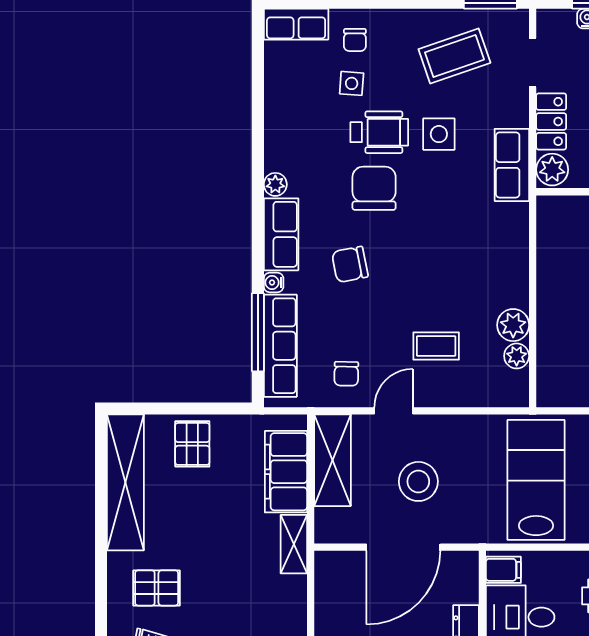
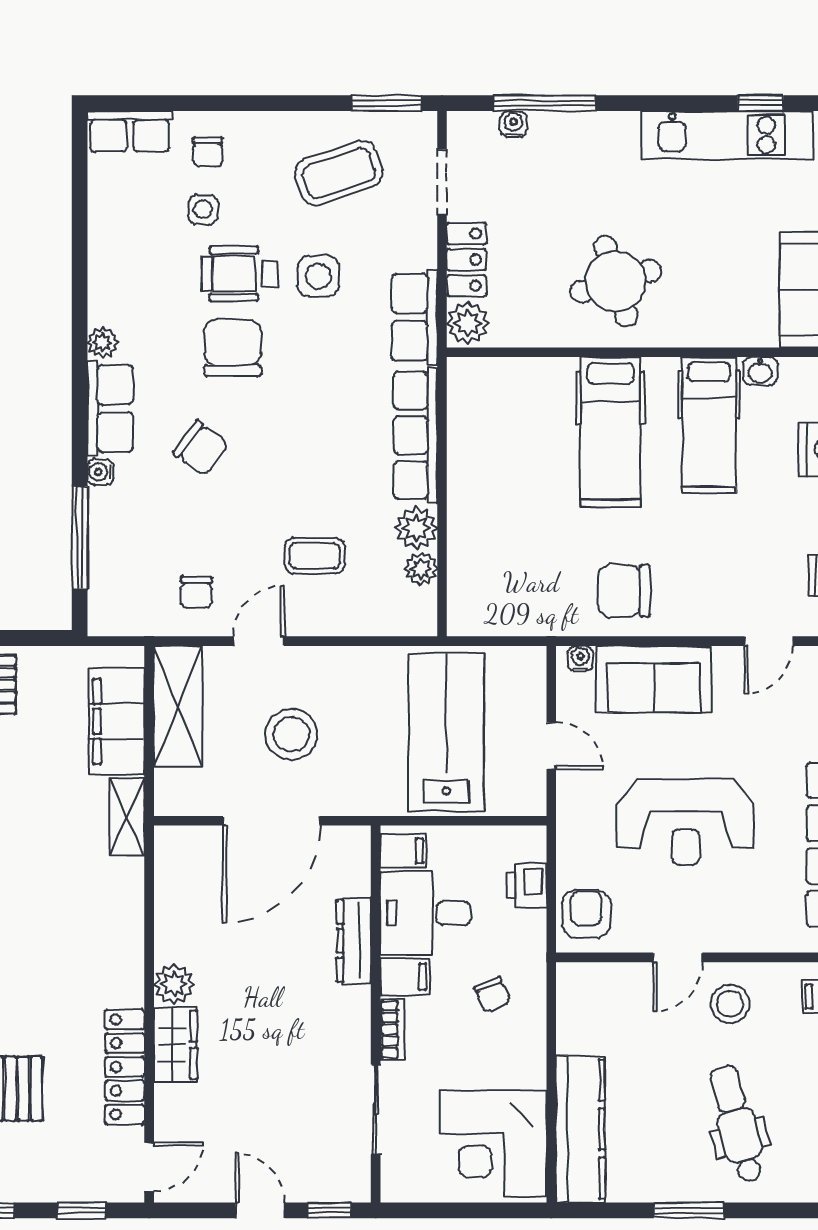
wheelchair: (379, 132) -> (240, 274), turned 180
chair: (350, 264) -> (201, 448), turned -133
row of seats: (280, 346) -> (415, 435), moved, turned 180

